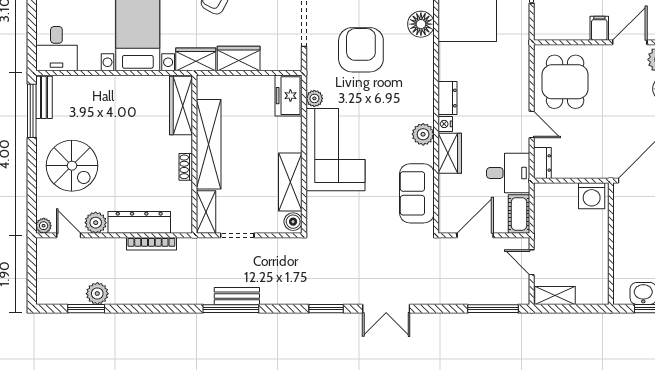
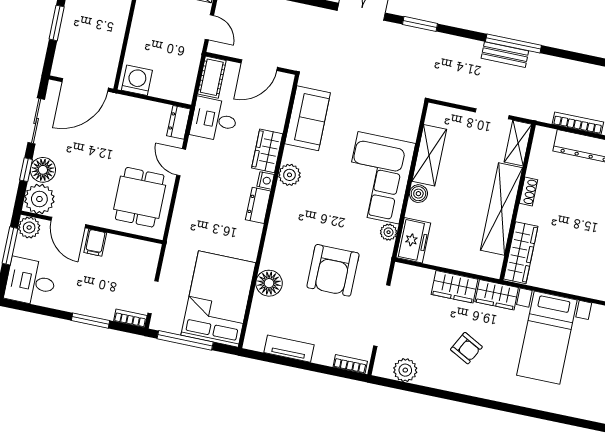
door: (630, 42) -> (68, 223), hinge flipped
boiler: (293, 222) -> (418, 194), moved

